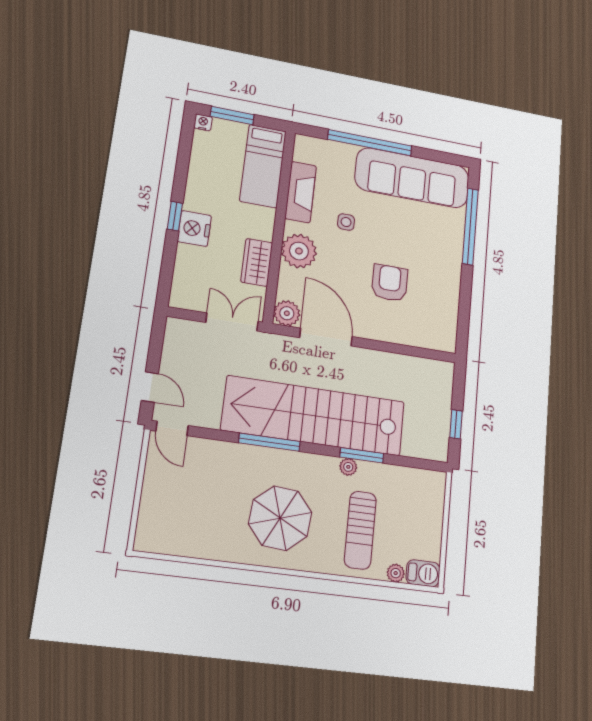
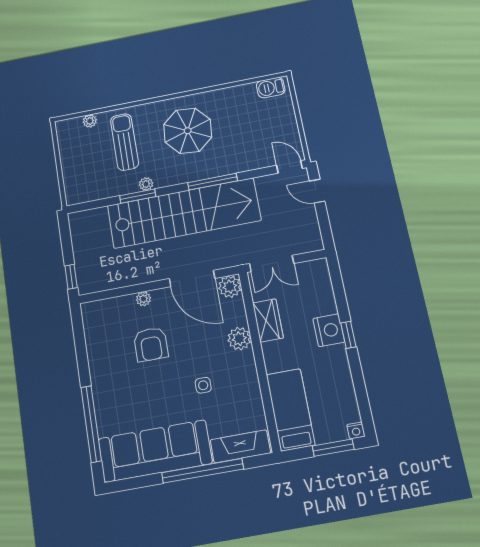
fireplace: (301, 192) -> (240, 446), moved, turned 90
plant: (299, 251) -> (239, 339), width x0.73, depth x0.73
plant: (385, 334) -> (143, 299), added
window: (456, 424) -> (71, 277), moved
barbecue: (423, 573) -> (271, 88), moved

